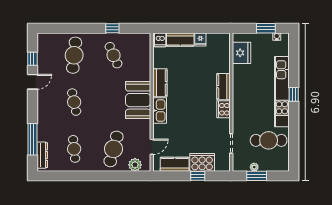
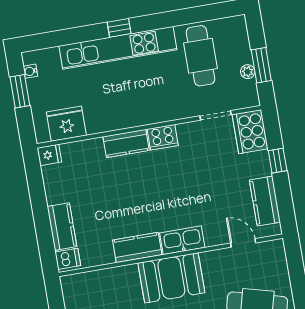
fridge: (200, 39) -> (49, 155), moved
cooker: (202, 162) -> (250, 132), moved
plant: (135, 165) -> (277, 265), removed

